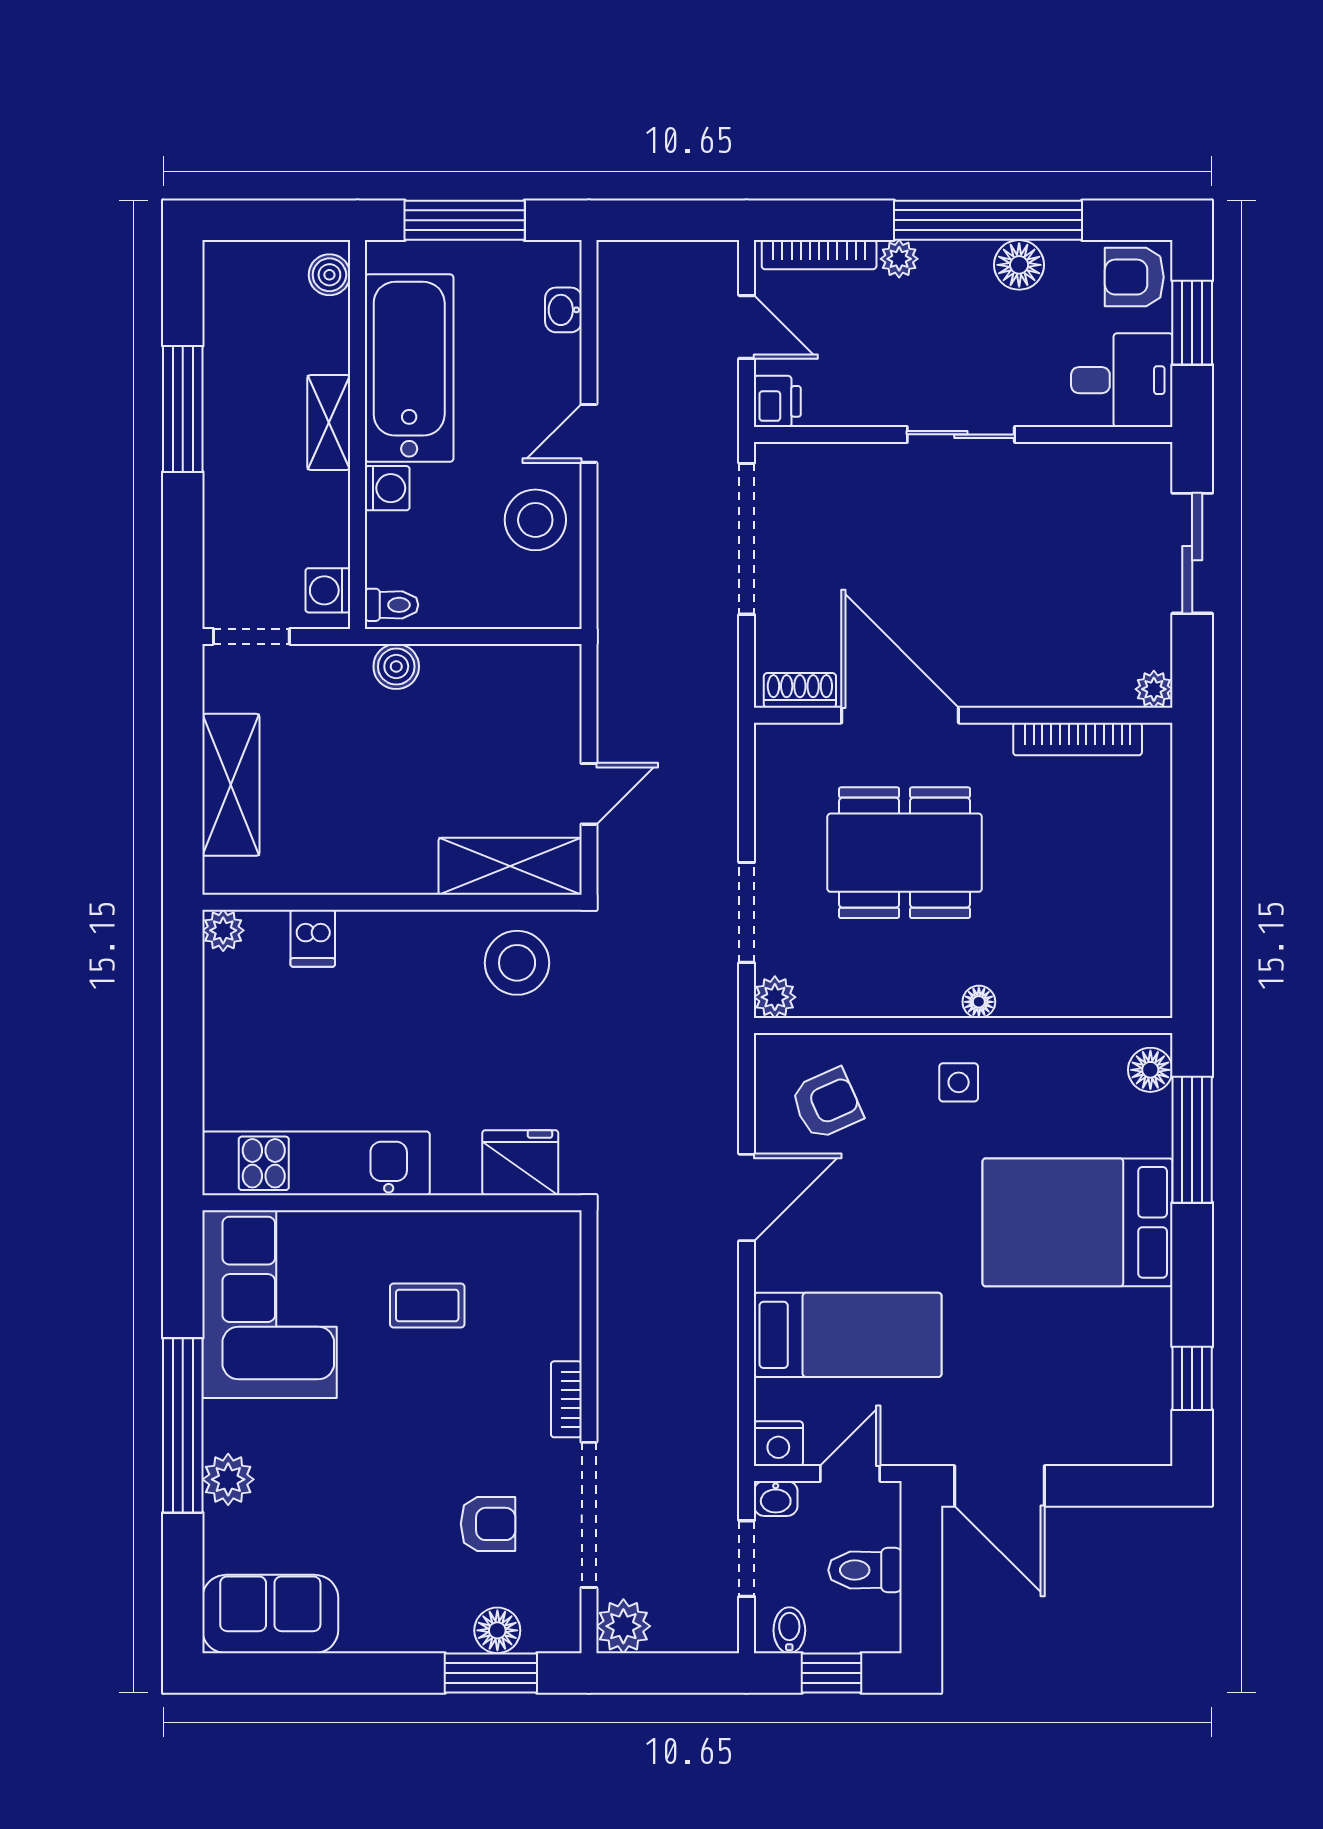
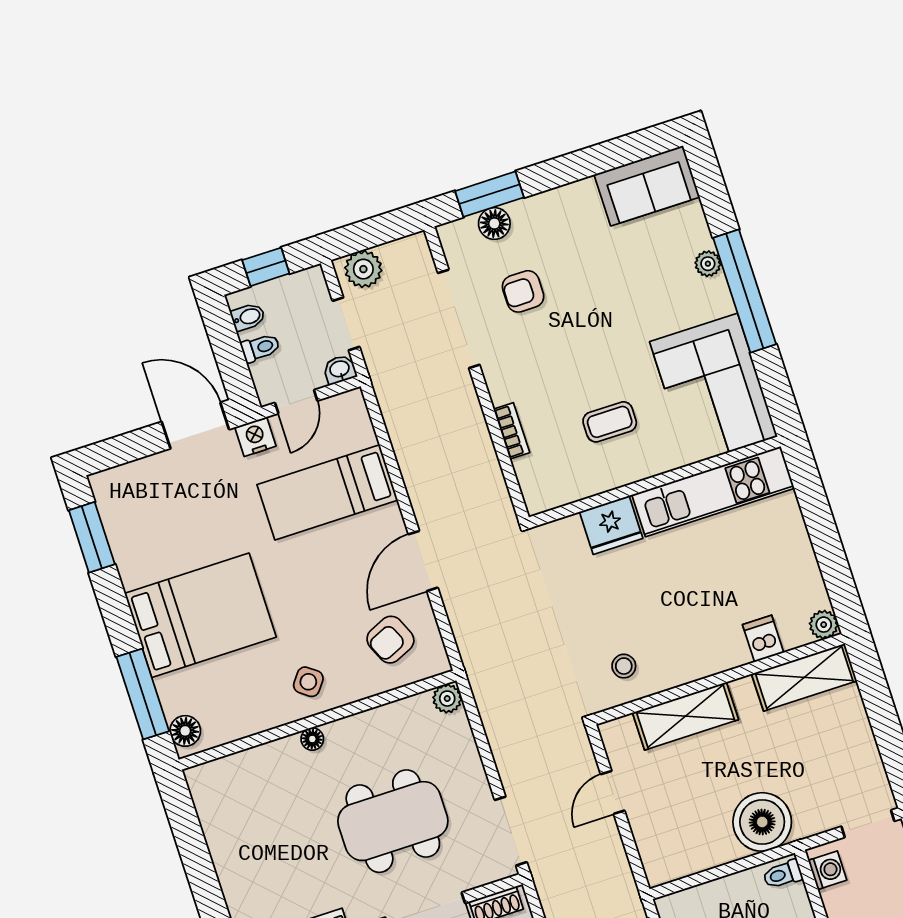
boiler: (396, 667) -> (762, 822), width x1.86, depth x1.86
shelving: (231, 785) -> (804, 677), moved, turned 90
shelving: (510, 866) -> (685, 716), moved
doorway: (747, 912) -> (511, 831), moved
stool: (517, 963) -> (624, 666), width x0.53, depth x0.53
side table: (959, 1082) -> (308, 682), turned 37
fridge: (520, 1163) -> (611, 525), moved
window: (1192, 1378) -> (92, 537), width x1.50
bookcase: (566, 1399) -> (512, 431), moved
nightstand: (778, 1444) -> (255, 437), moved
plant: (228, 1479) -> (708, 264), width x0.73, depth x0.73
toilet: (865, 1570) -> (260, 348), width x0.73, depth x0.72
plant: (623, 1626) -> (363, 269), moved
bidet: (789, 1630) -> (248, 317), moved, turned -90

